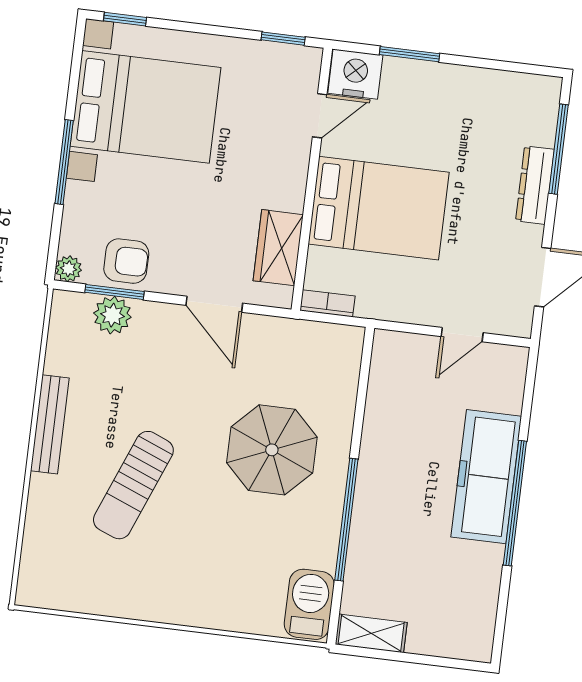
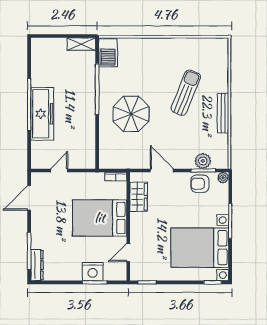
nightstand: (355, 74) -> (93, 271), moved
dresser: (535, 185) -> (37, 265), moved

